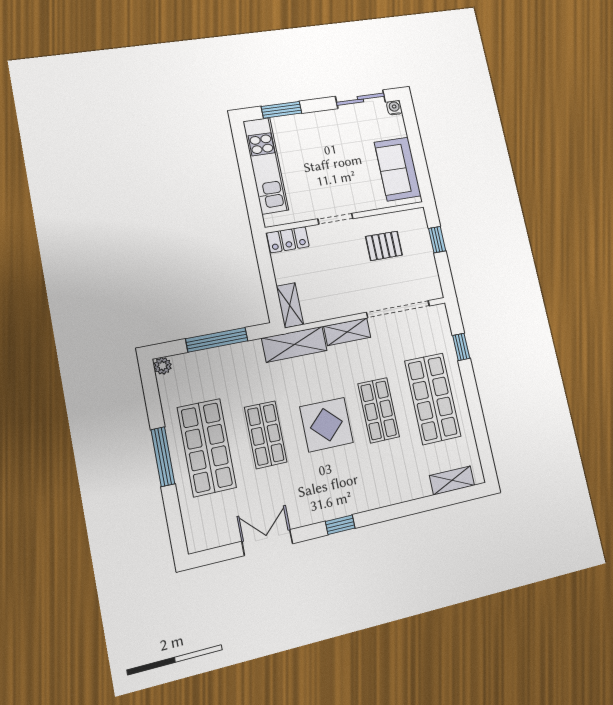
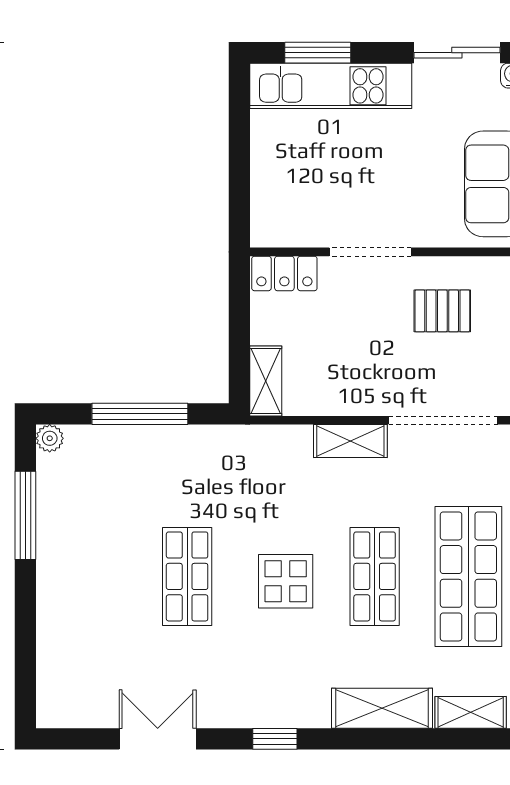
kitchen unit: (266, 166) -> (331, 86), moved, turned 90
doorway: (335, 219) -> (370, 252), width x1.38
shelving: (294, 344) -> (382, 708), moved
display table: (326, 425) -> (286, 581), width x0.73, depth x0.73
shop shelf: (207, 447) -> (93, 576), removed
window: (163, 457) -> (25, 515), moved

